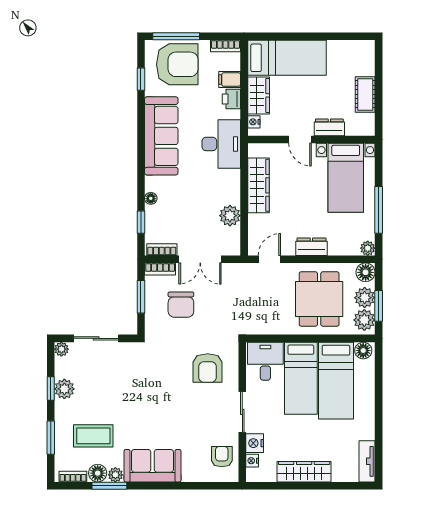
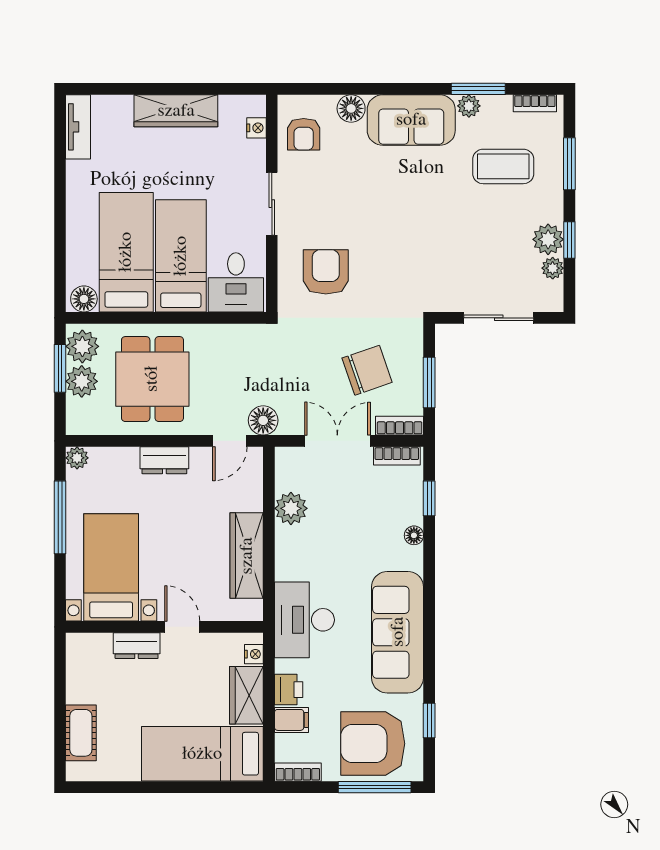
cot: (365, 94) -> (81, 733), moved
floor lamp: (366, 272) -> (263, 420), moved
chair: (181, 305) -> (367, 370), turned 71
plant: (61, 349) -> (553, 268), moved
nightstand: (255, 443) -> (252, 155), removed
floor lamp: (98, 473) -> (351, 108), moved

